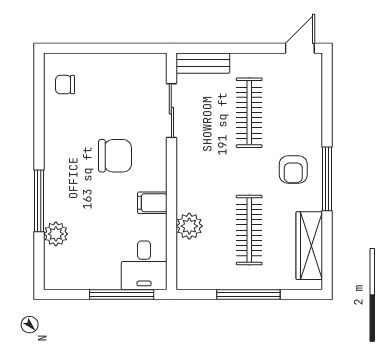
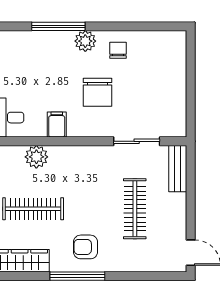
chair: (65, 85) -> (118, 50), moved
clothes rail: (249, 113) -> (135, 209), turned 90
plant: (56, 234) -> (85, 41), moved

